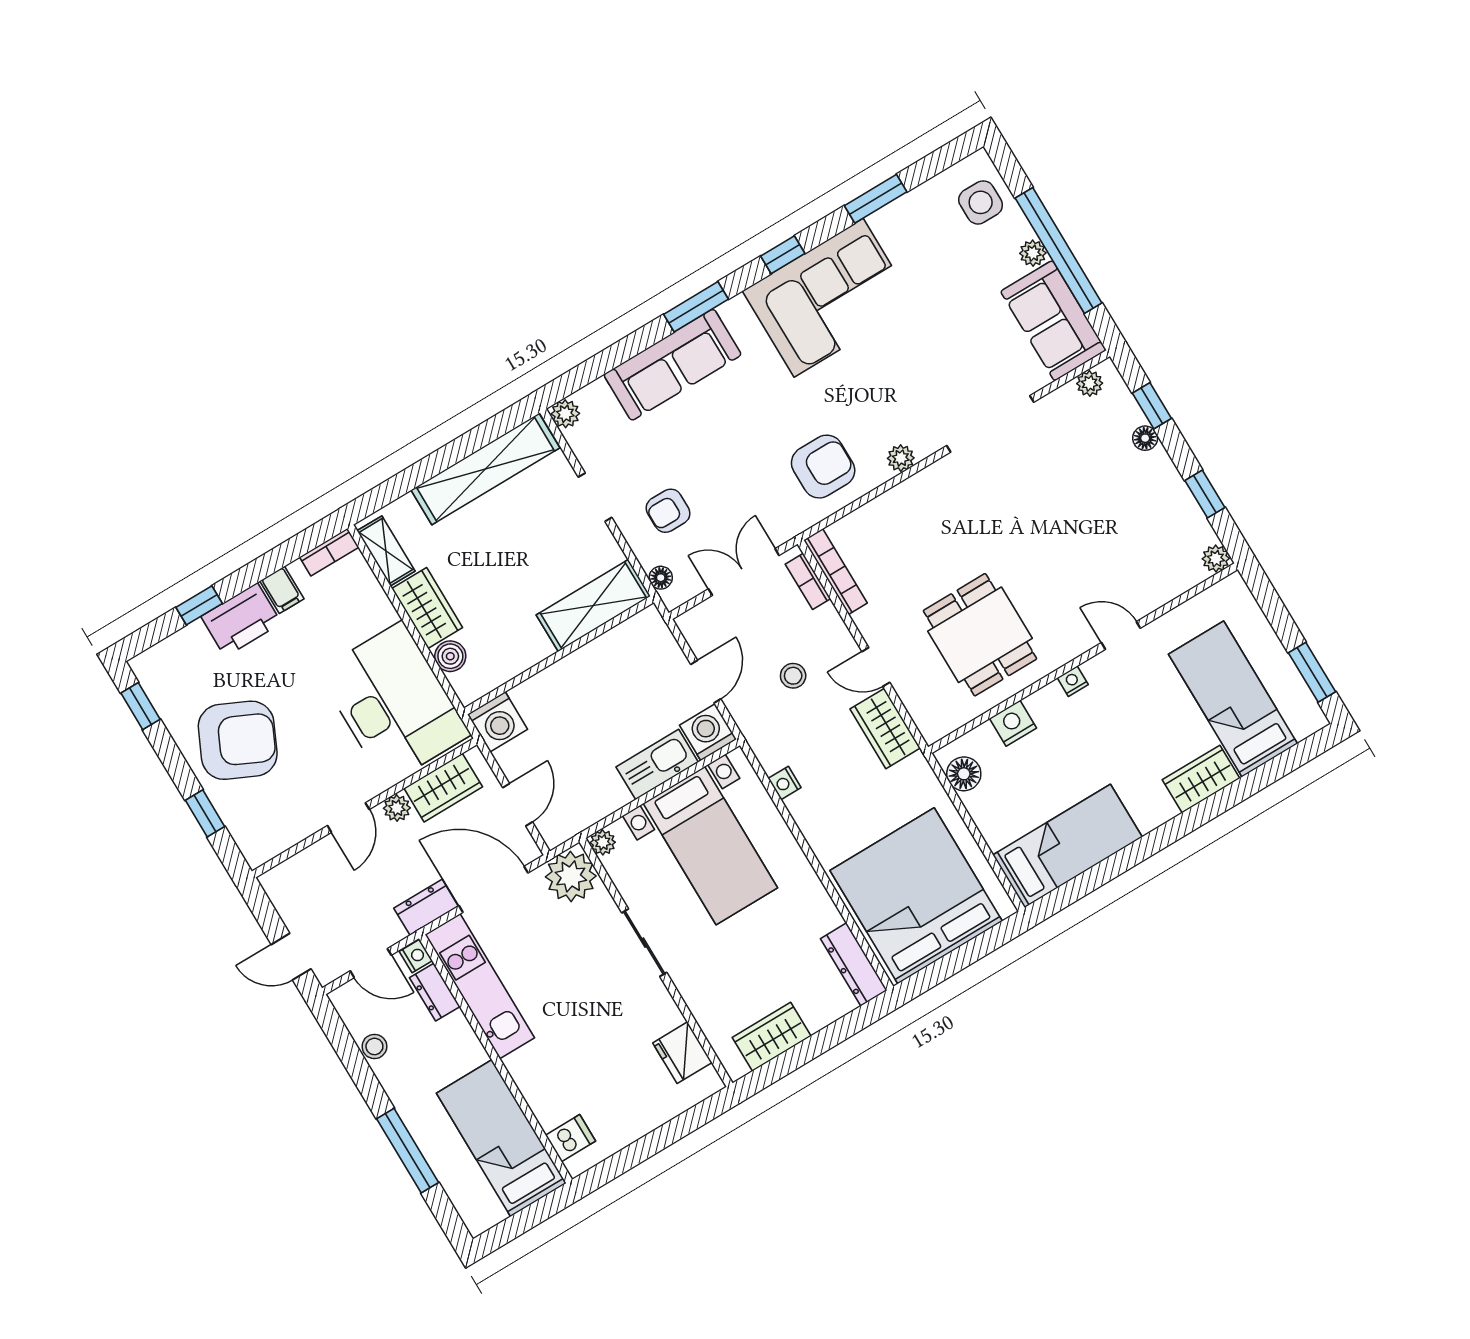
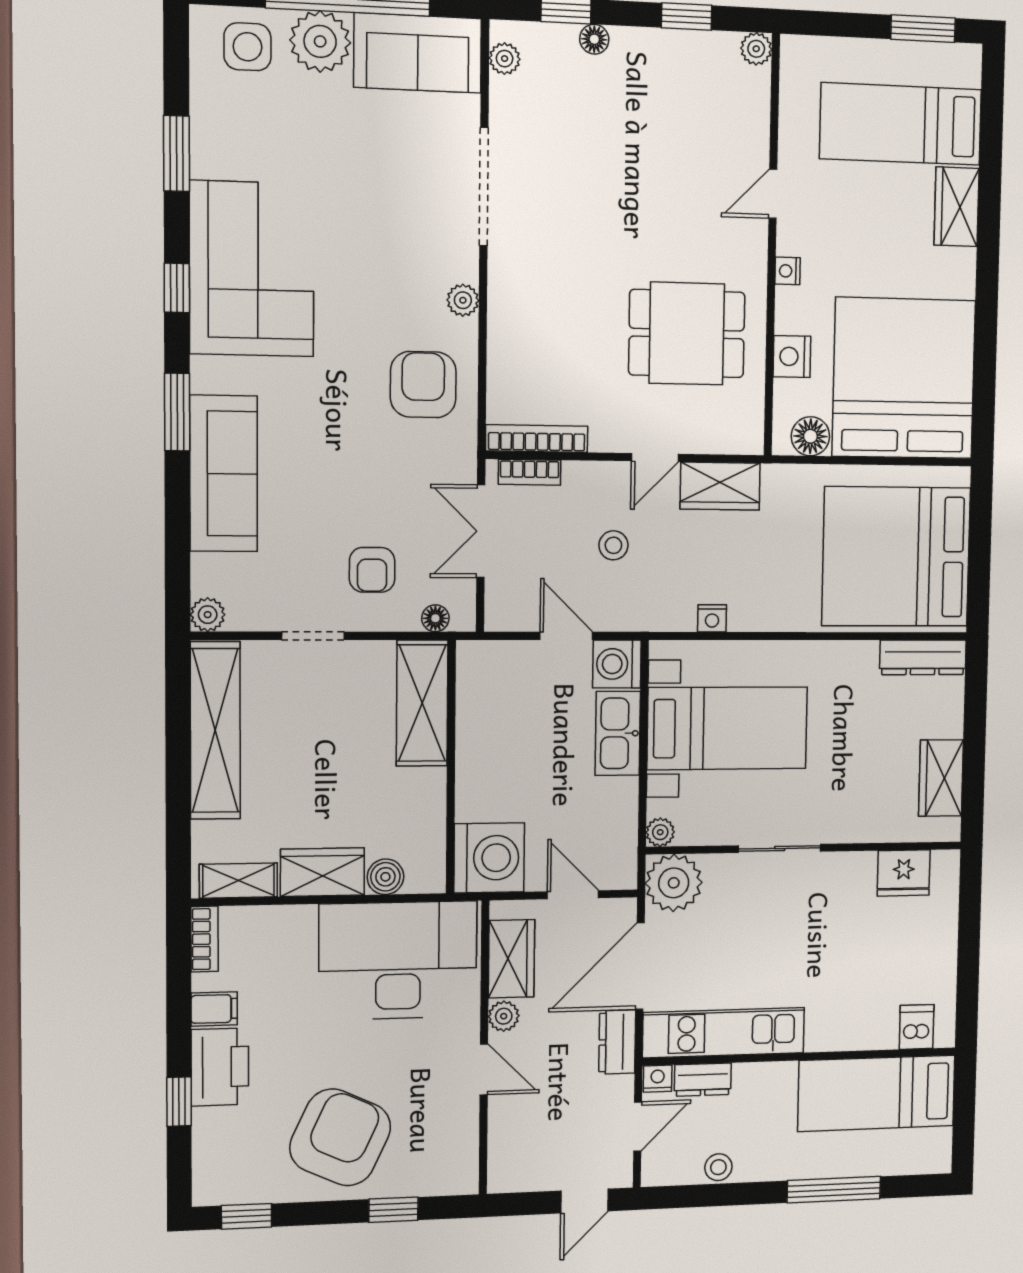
plant: (1033, 253) -> (320, 41), width x1.87, depth x1.87
washing machine: (497, 722) -> (489, 858), width x1.37, depth x1.37
bed: (1067, 846) -> (904, 378), width x2.04

